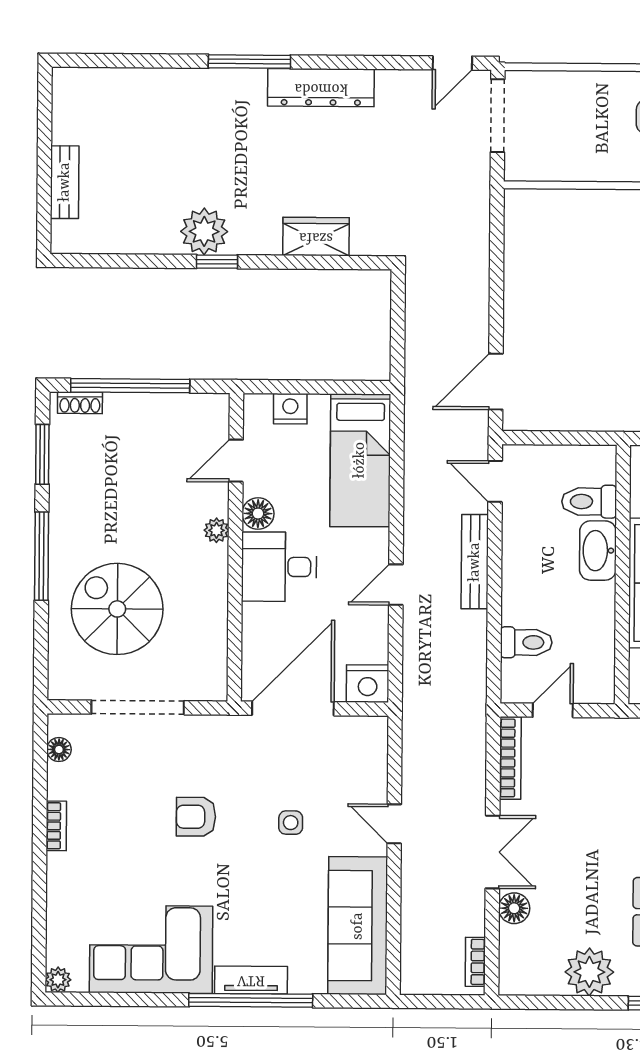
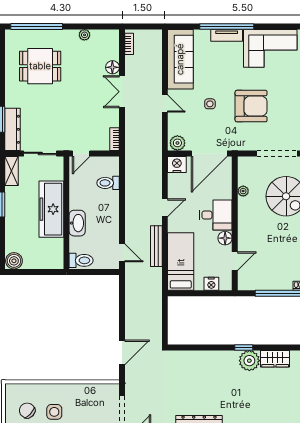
wardrobe: (316, 237) -> (275, 359), moved
door: (496, 382) -> (122, 352), moved
toilet: (589, 502) -> (81, 260), moved
plant: (216, 530) -> (243, 191), moved
bench: (475, 562) -> (156, 246), moved
door: (553, 710) -> (81, 153), moved
plant: (366, 733) -> (177, 143), added
bookcase: (510, 758) -> (115, 139), width x0.64
armchair: (196, 817) -> (251, 106), width x1.88, depth x1.88
plant: (589, 972) -> (84, 35), width x0.53, depth x0.53

